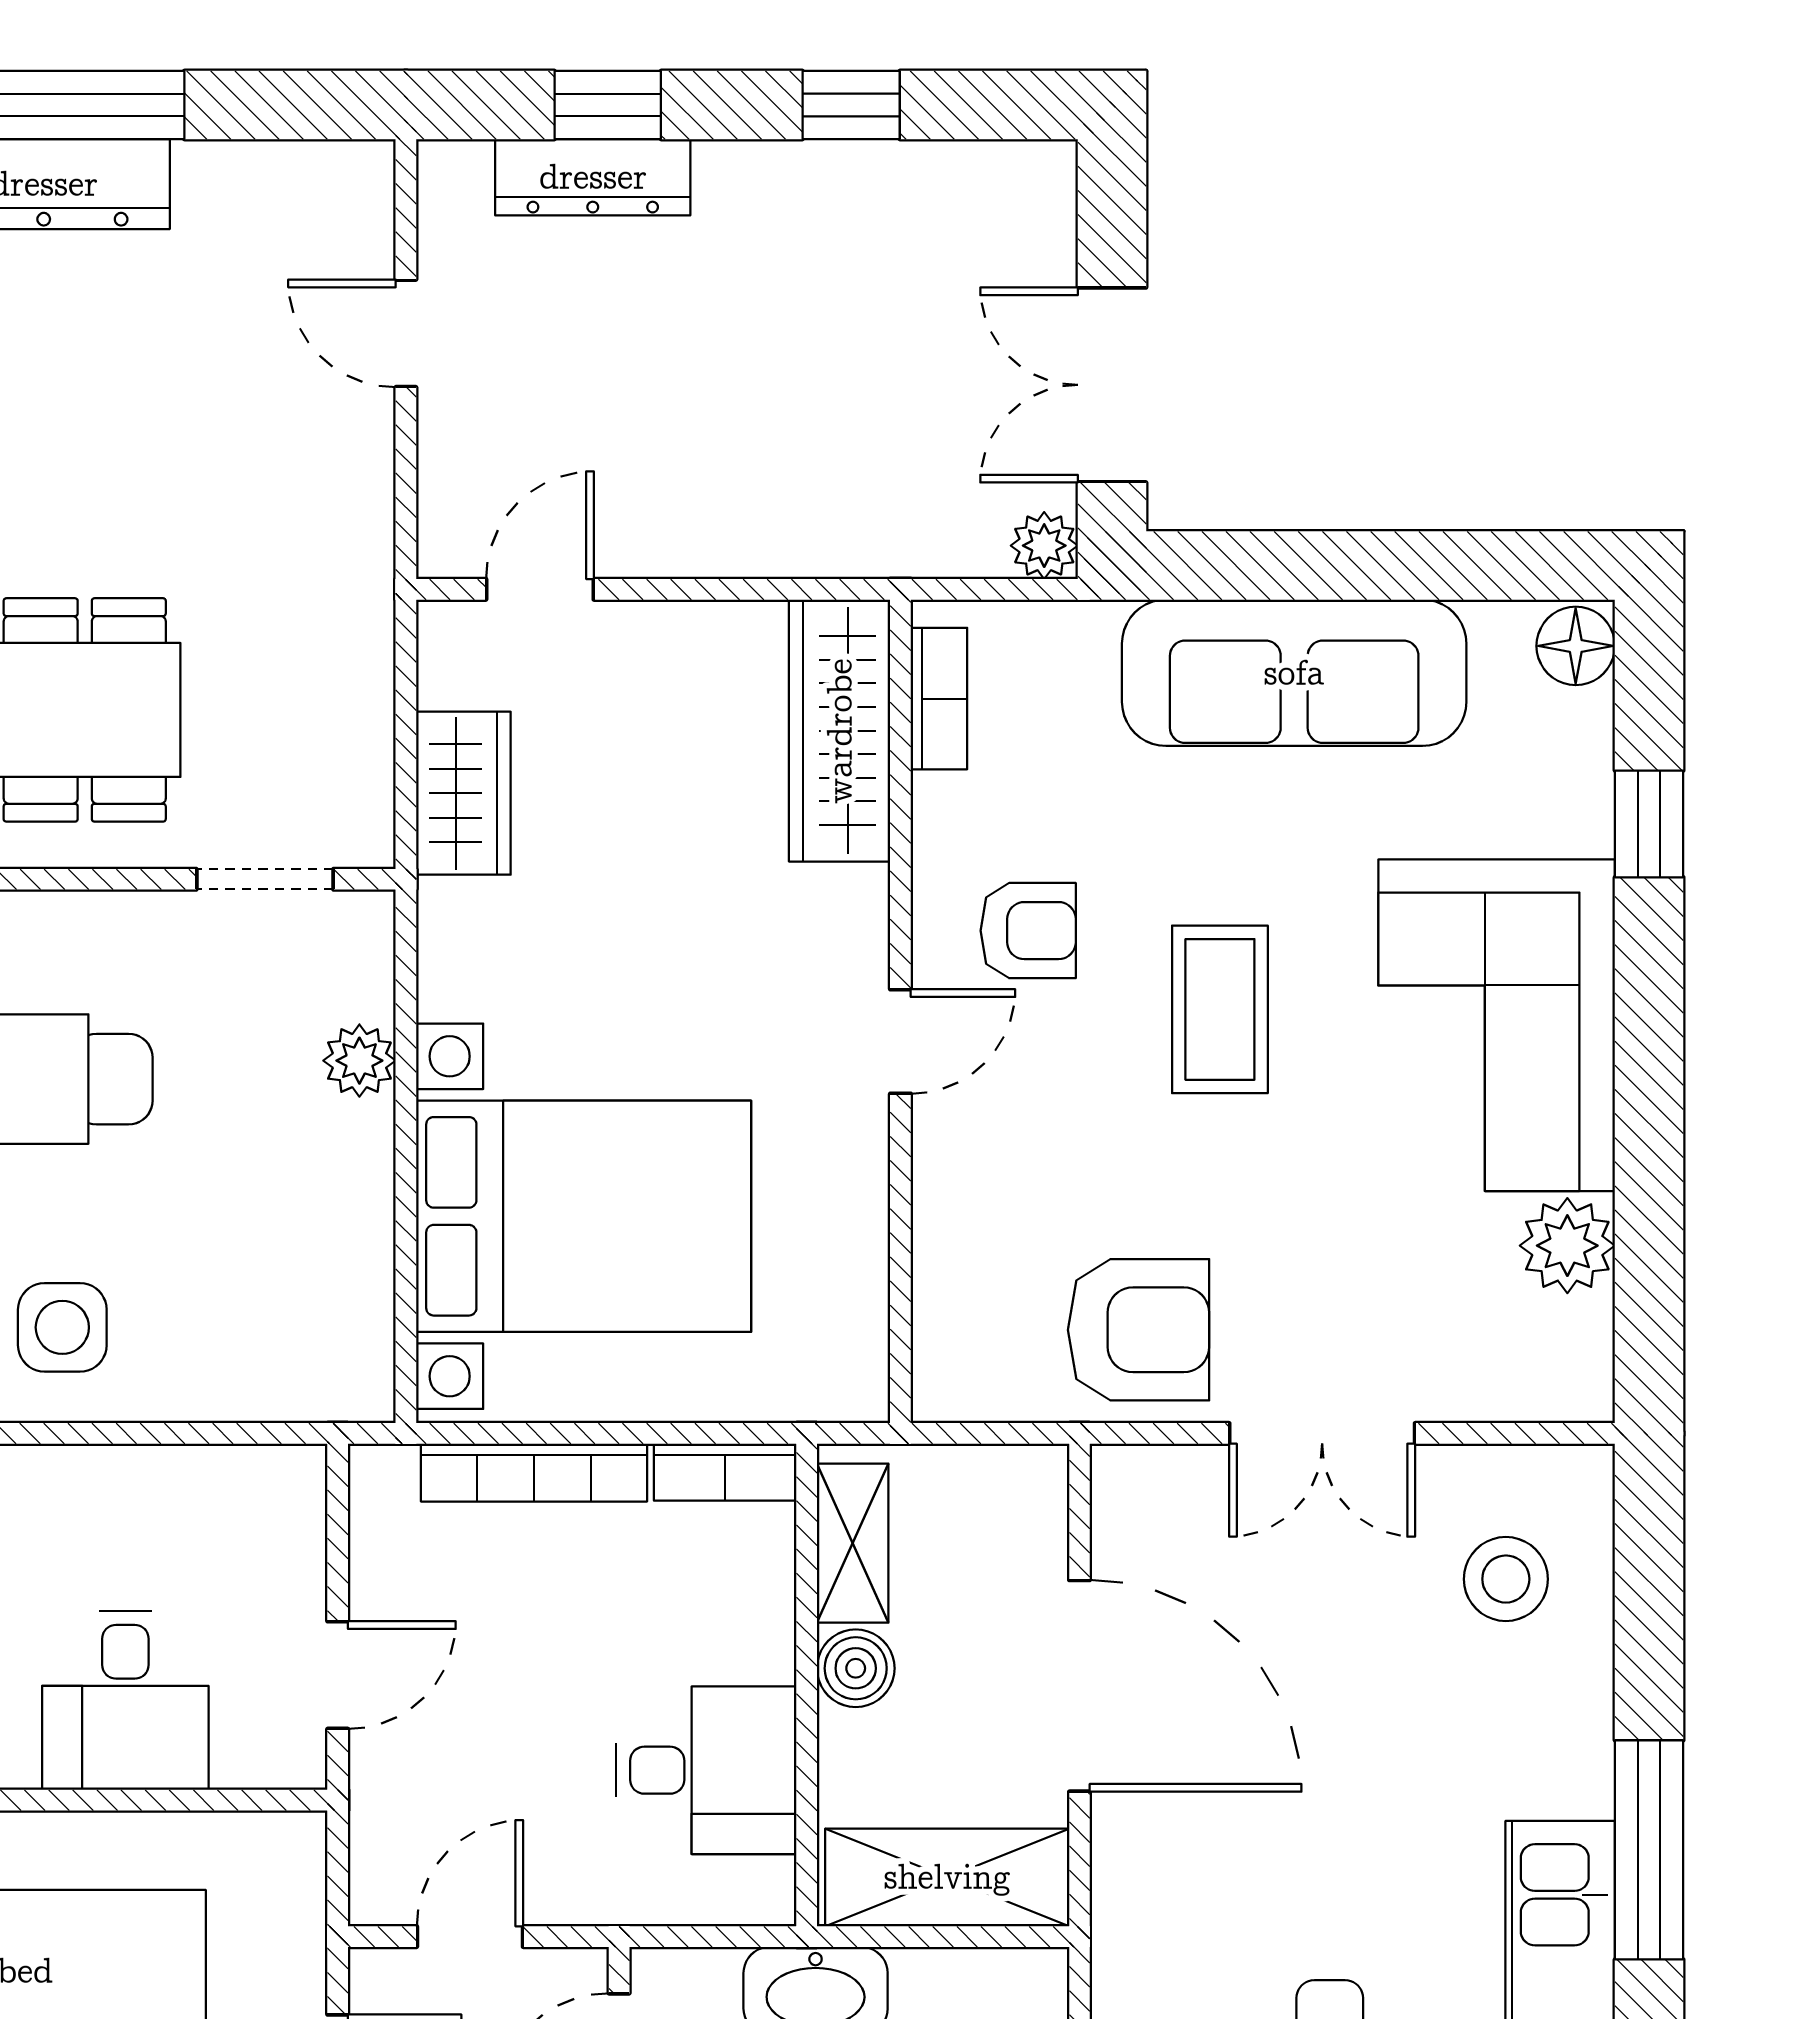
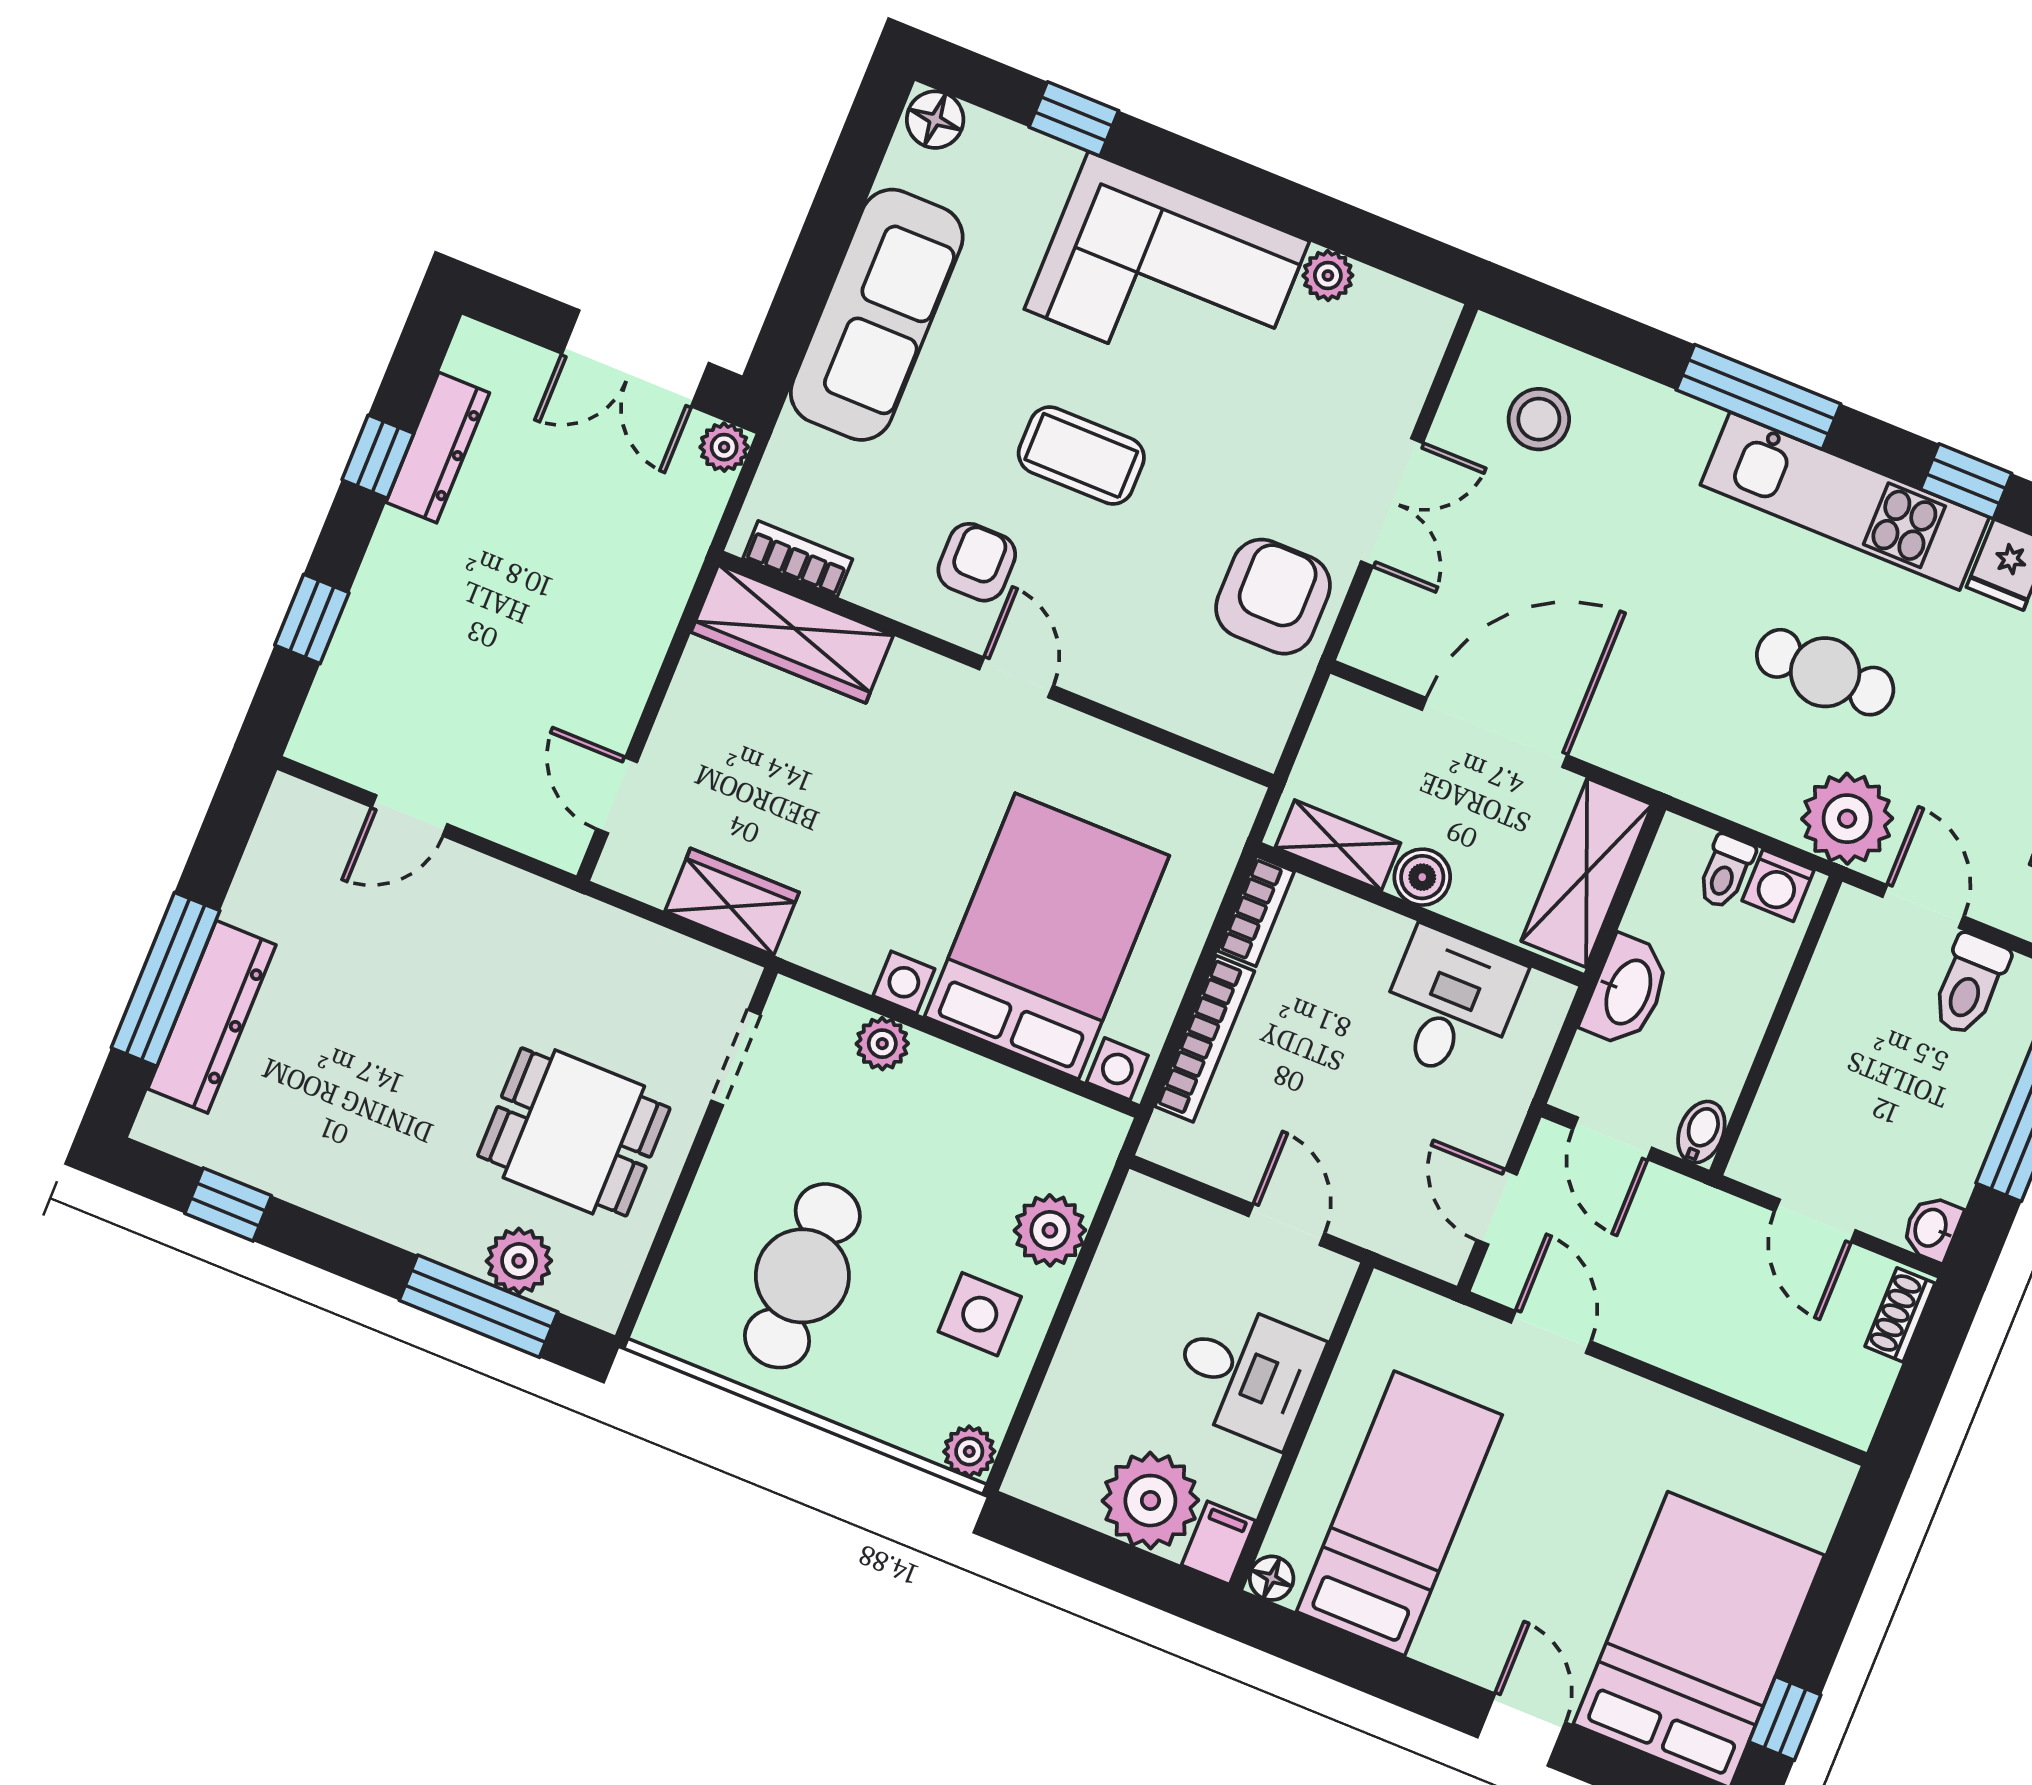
dresser: (593, 177) -> (438, 448), moved
plant: (1567, 1246) -> (1328, 276), width x0.73, depth x0.73
plant: (207, 1374) -> (1050, 1230), added

